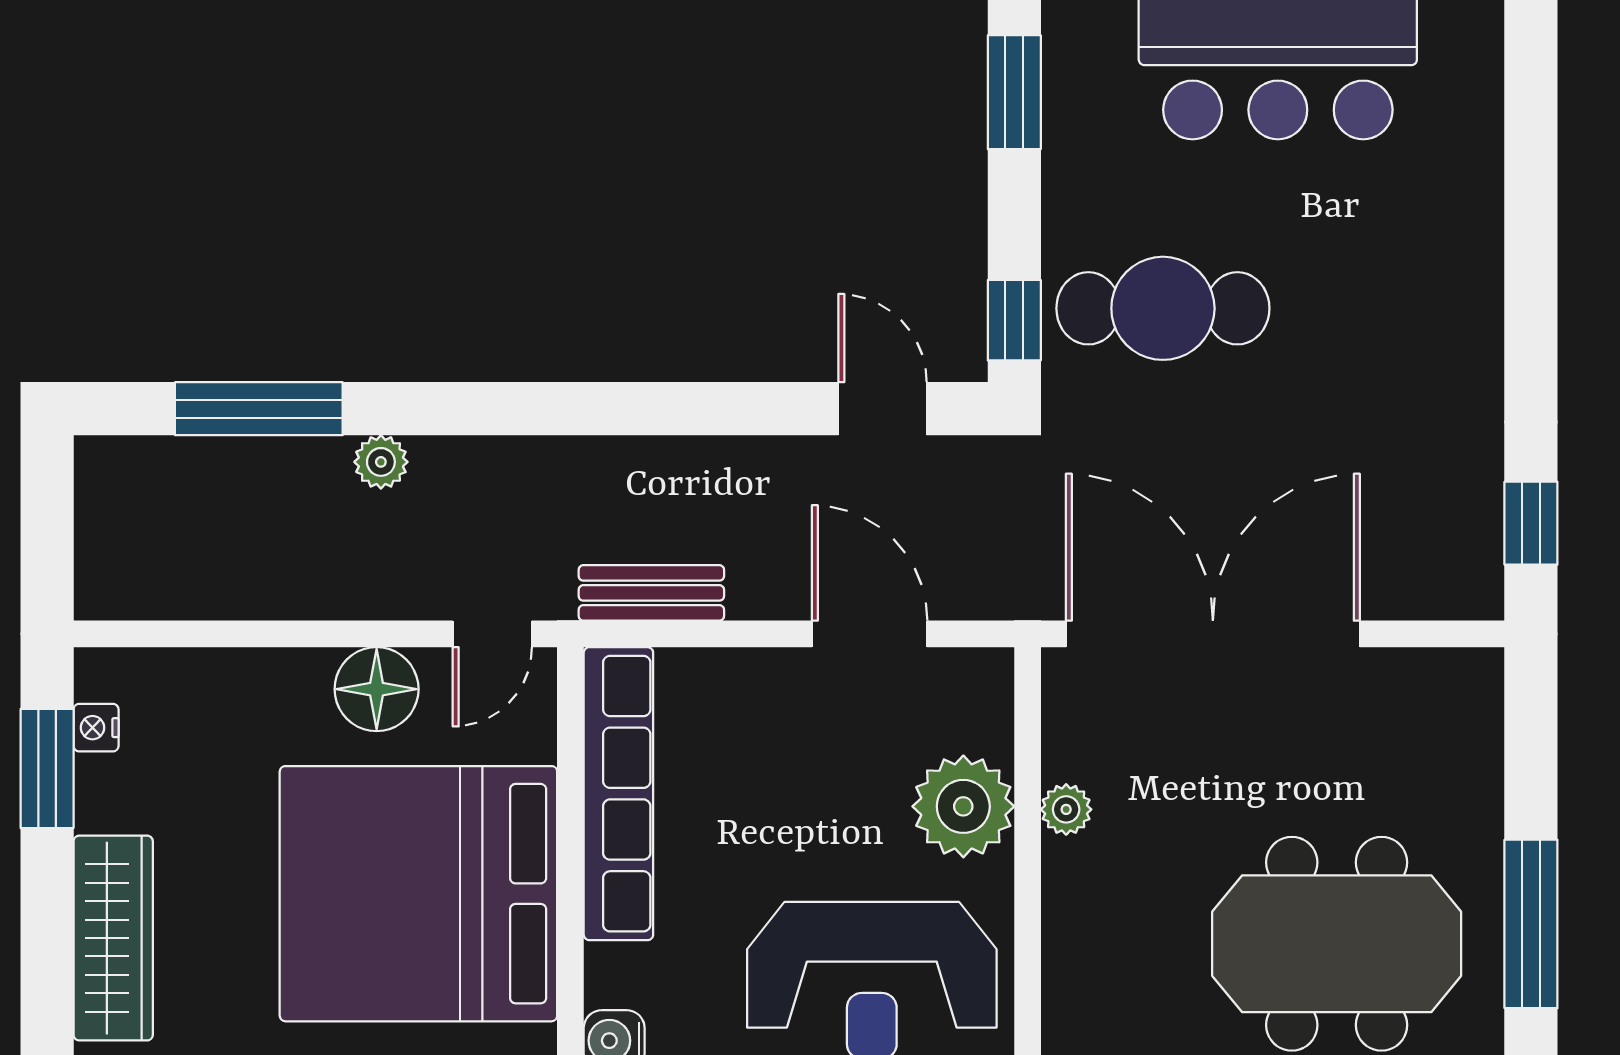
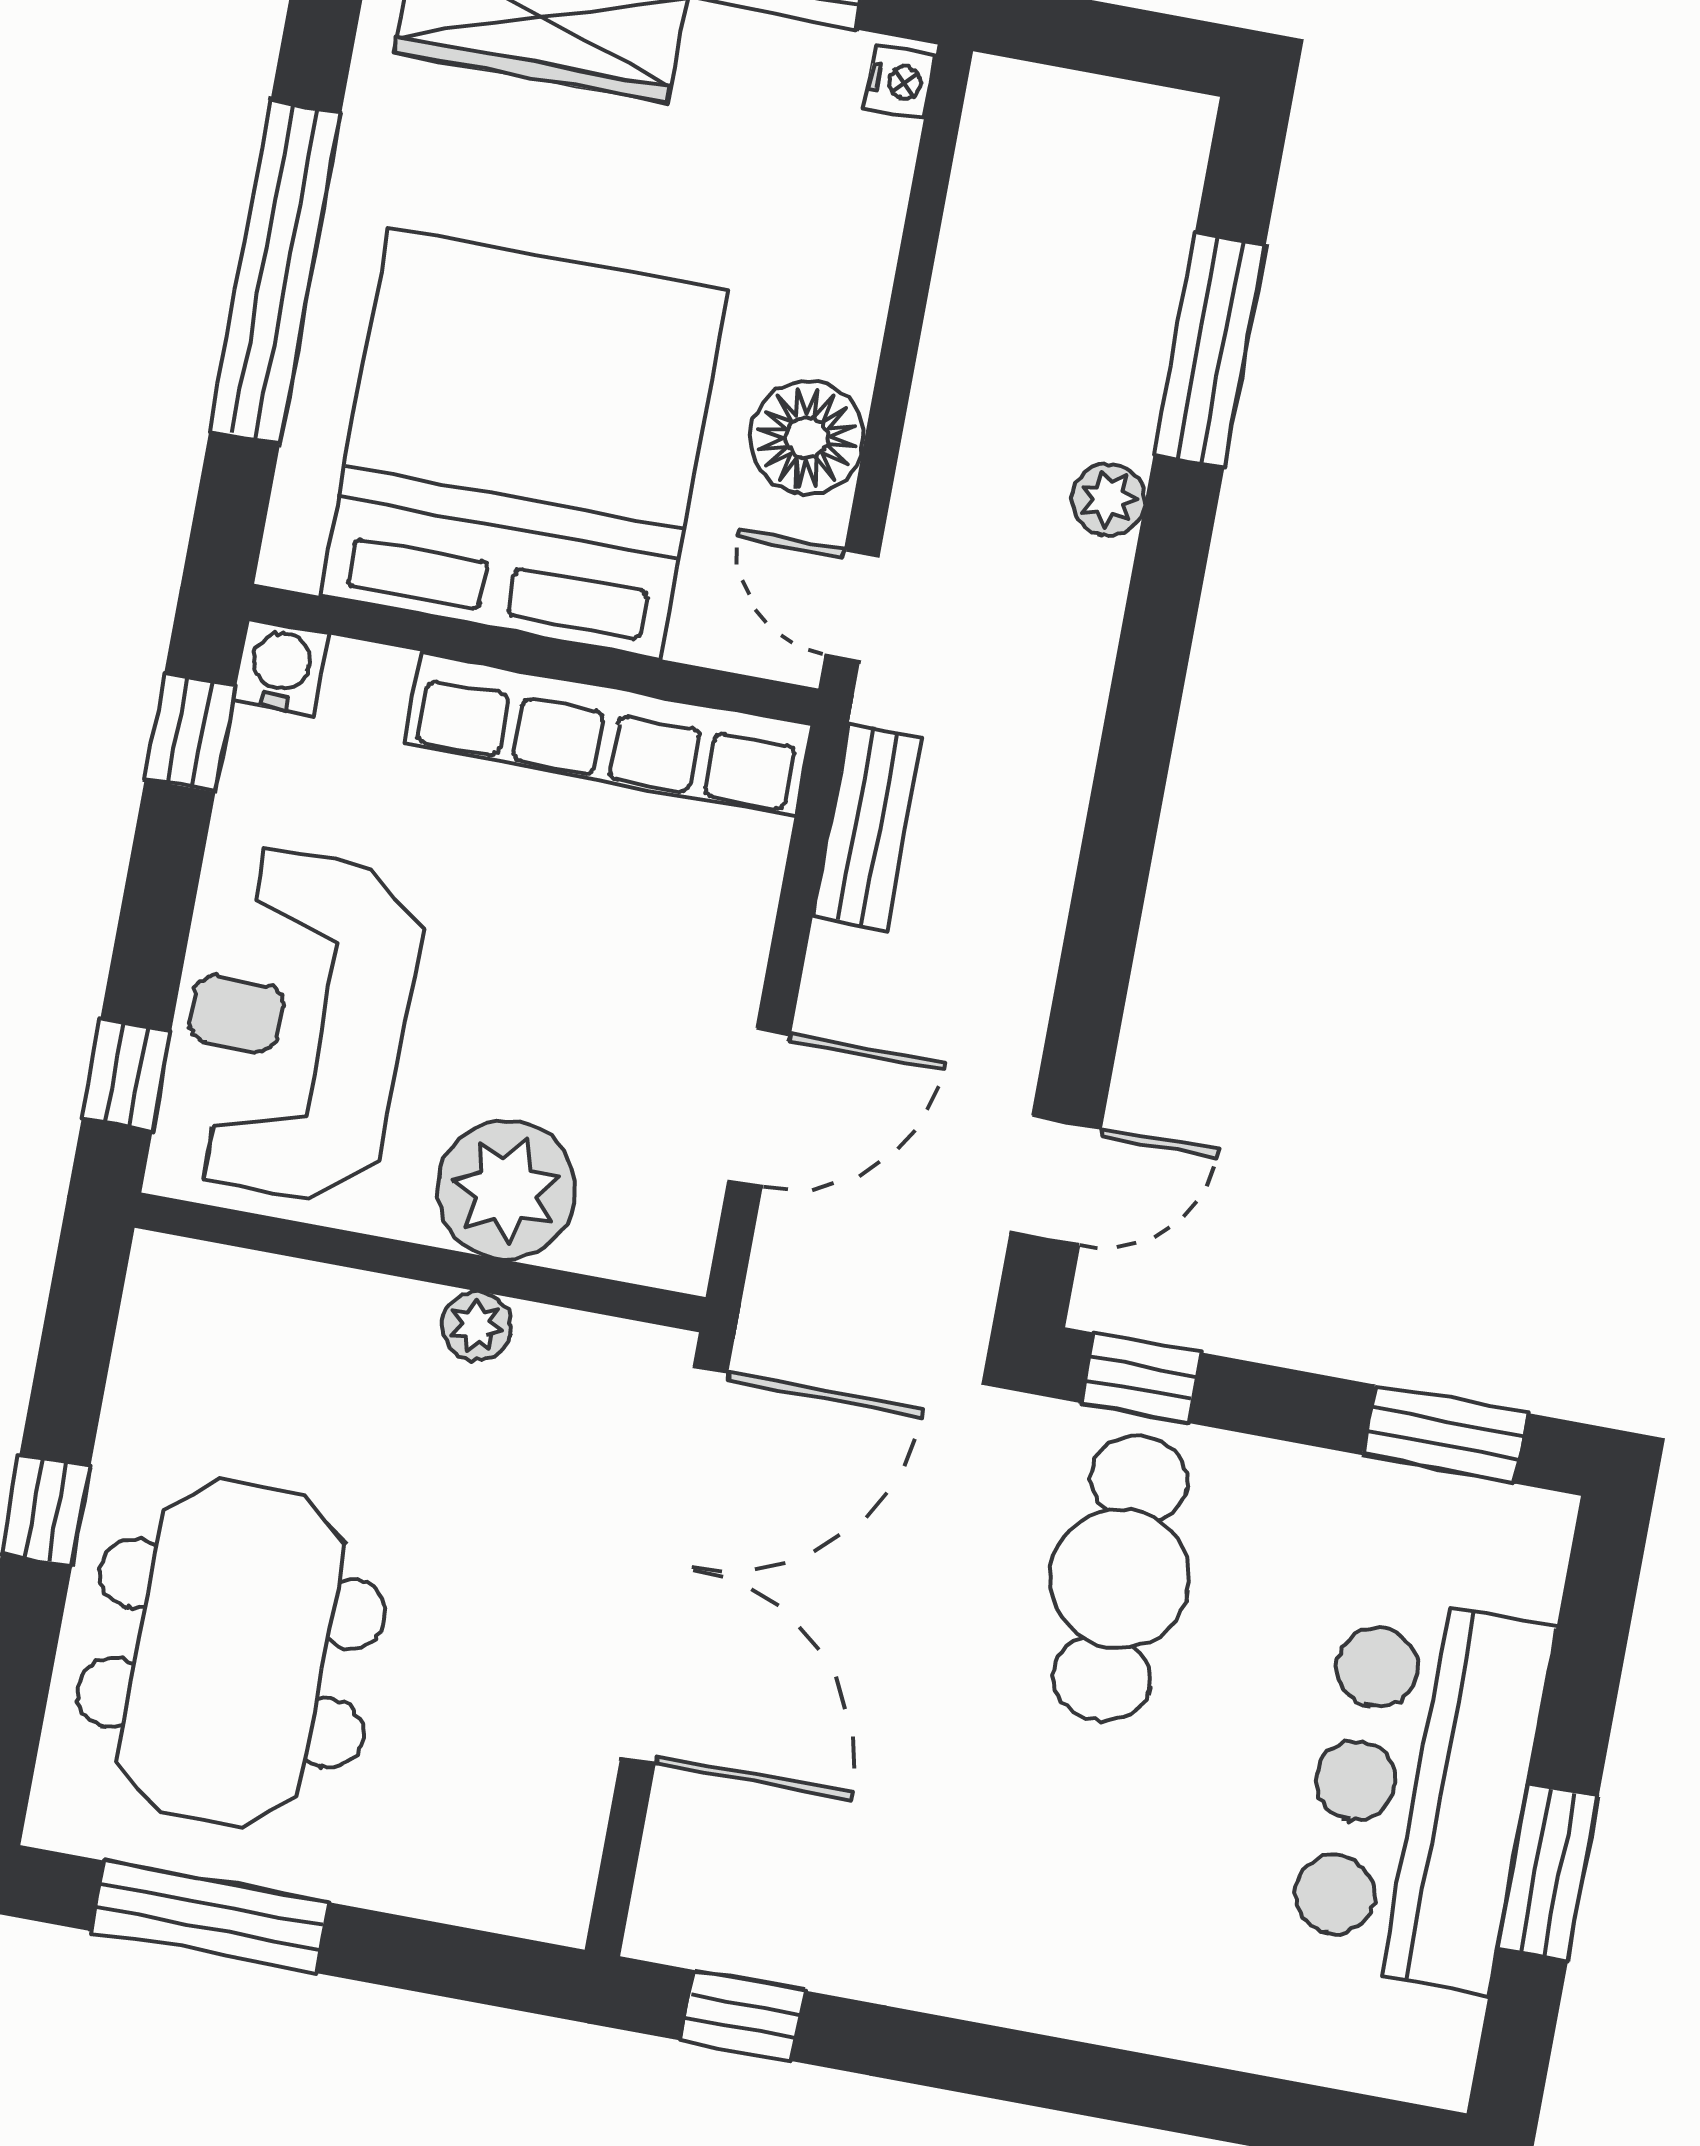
nightstand: (96, 728) -> (900, 82), moved, turned 90

